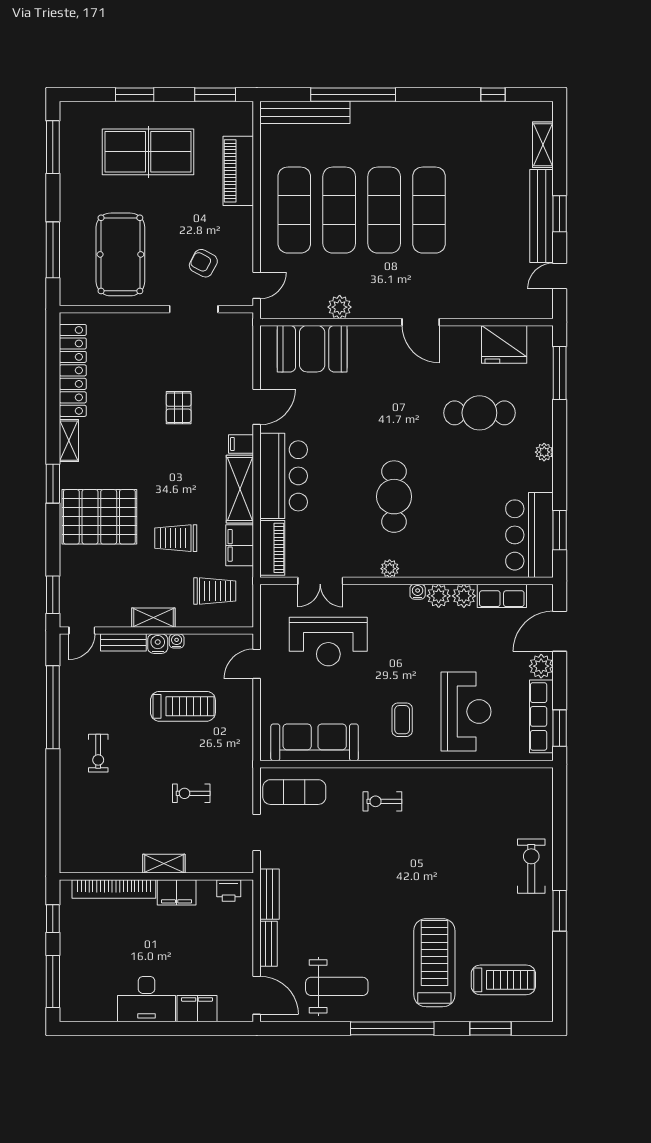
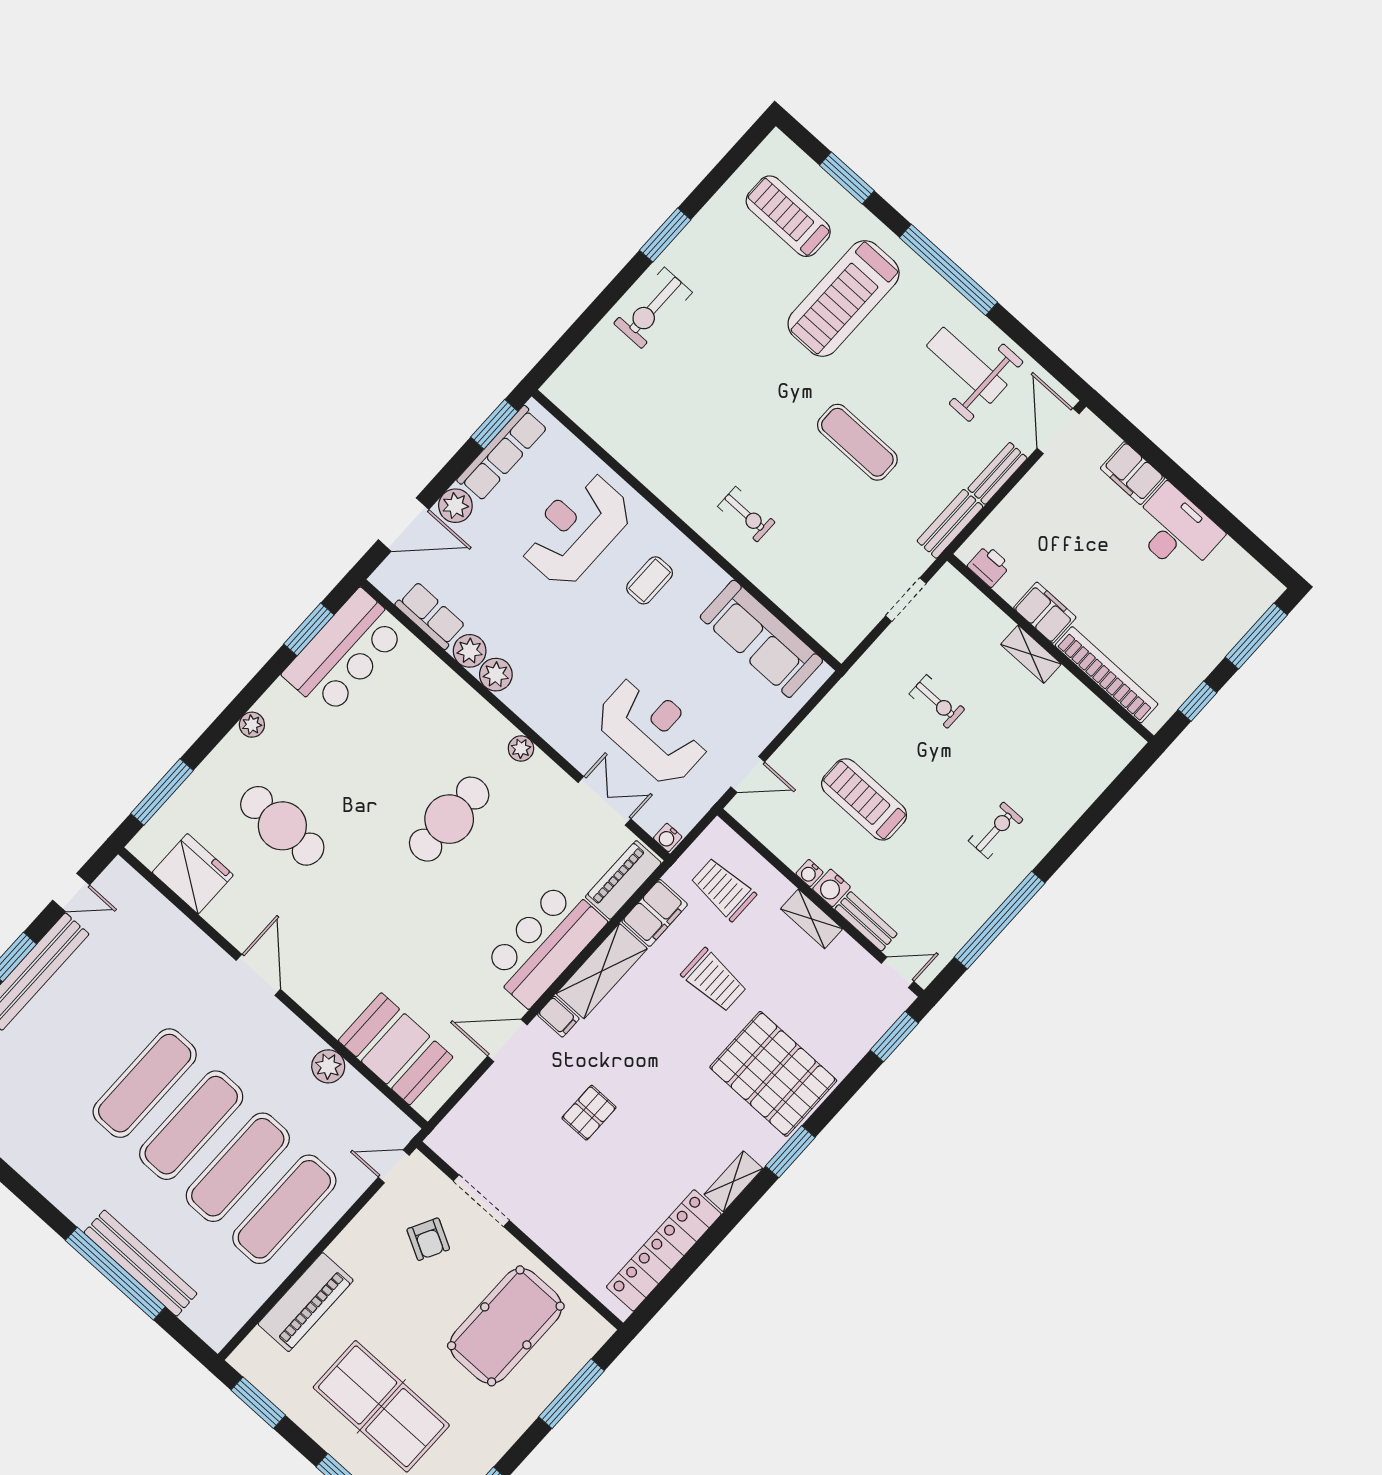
bench: (305, 112) -> (140, 1263), moved
water cooler: (418, 592) -> (668, 838), moved
exercise mat: (294, 792) -> (857, 442), moved

